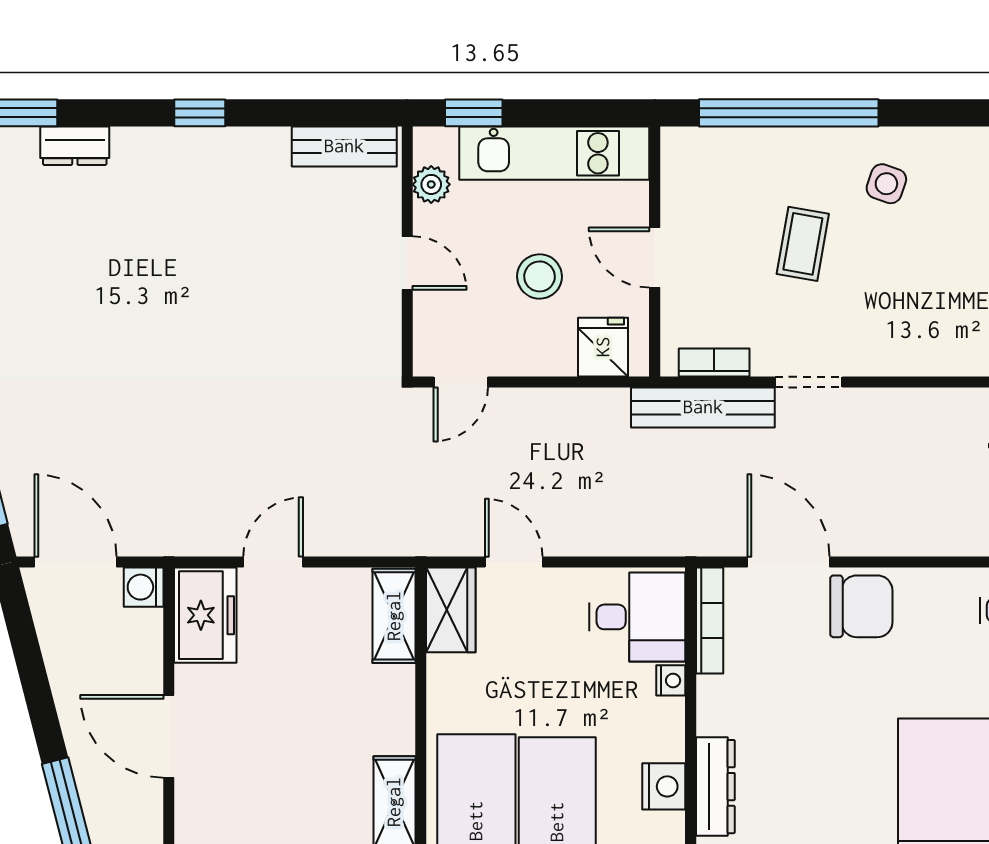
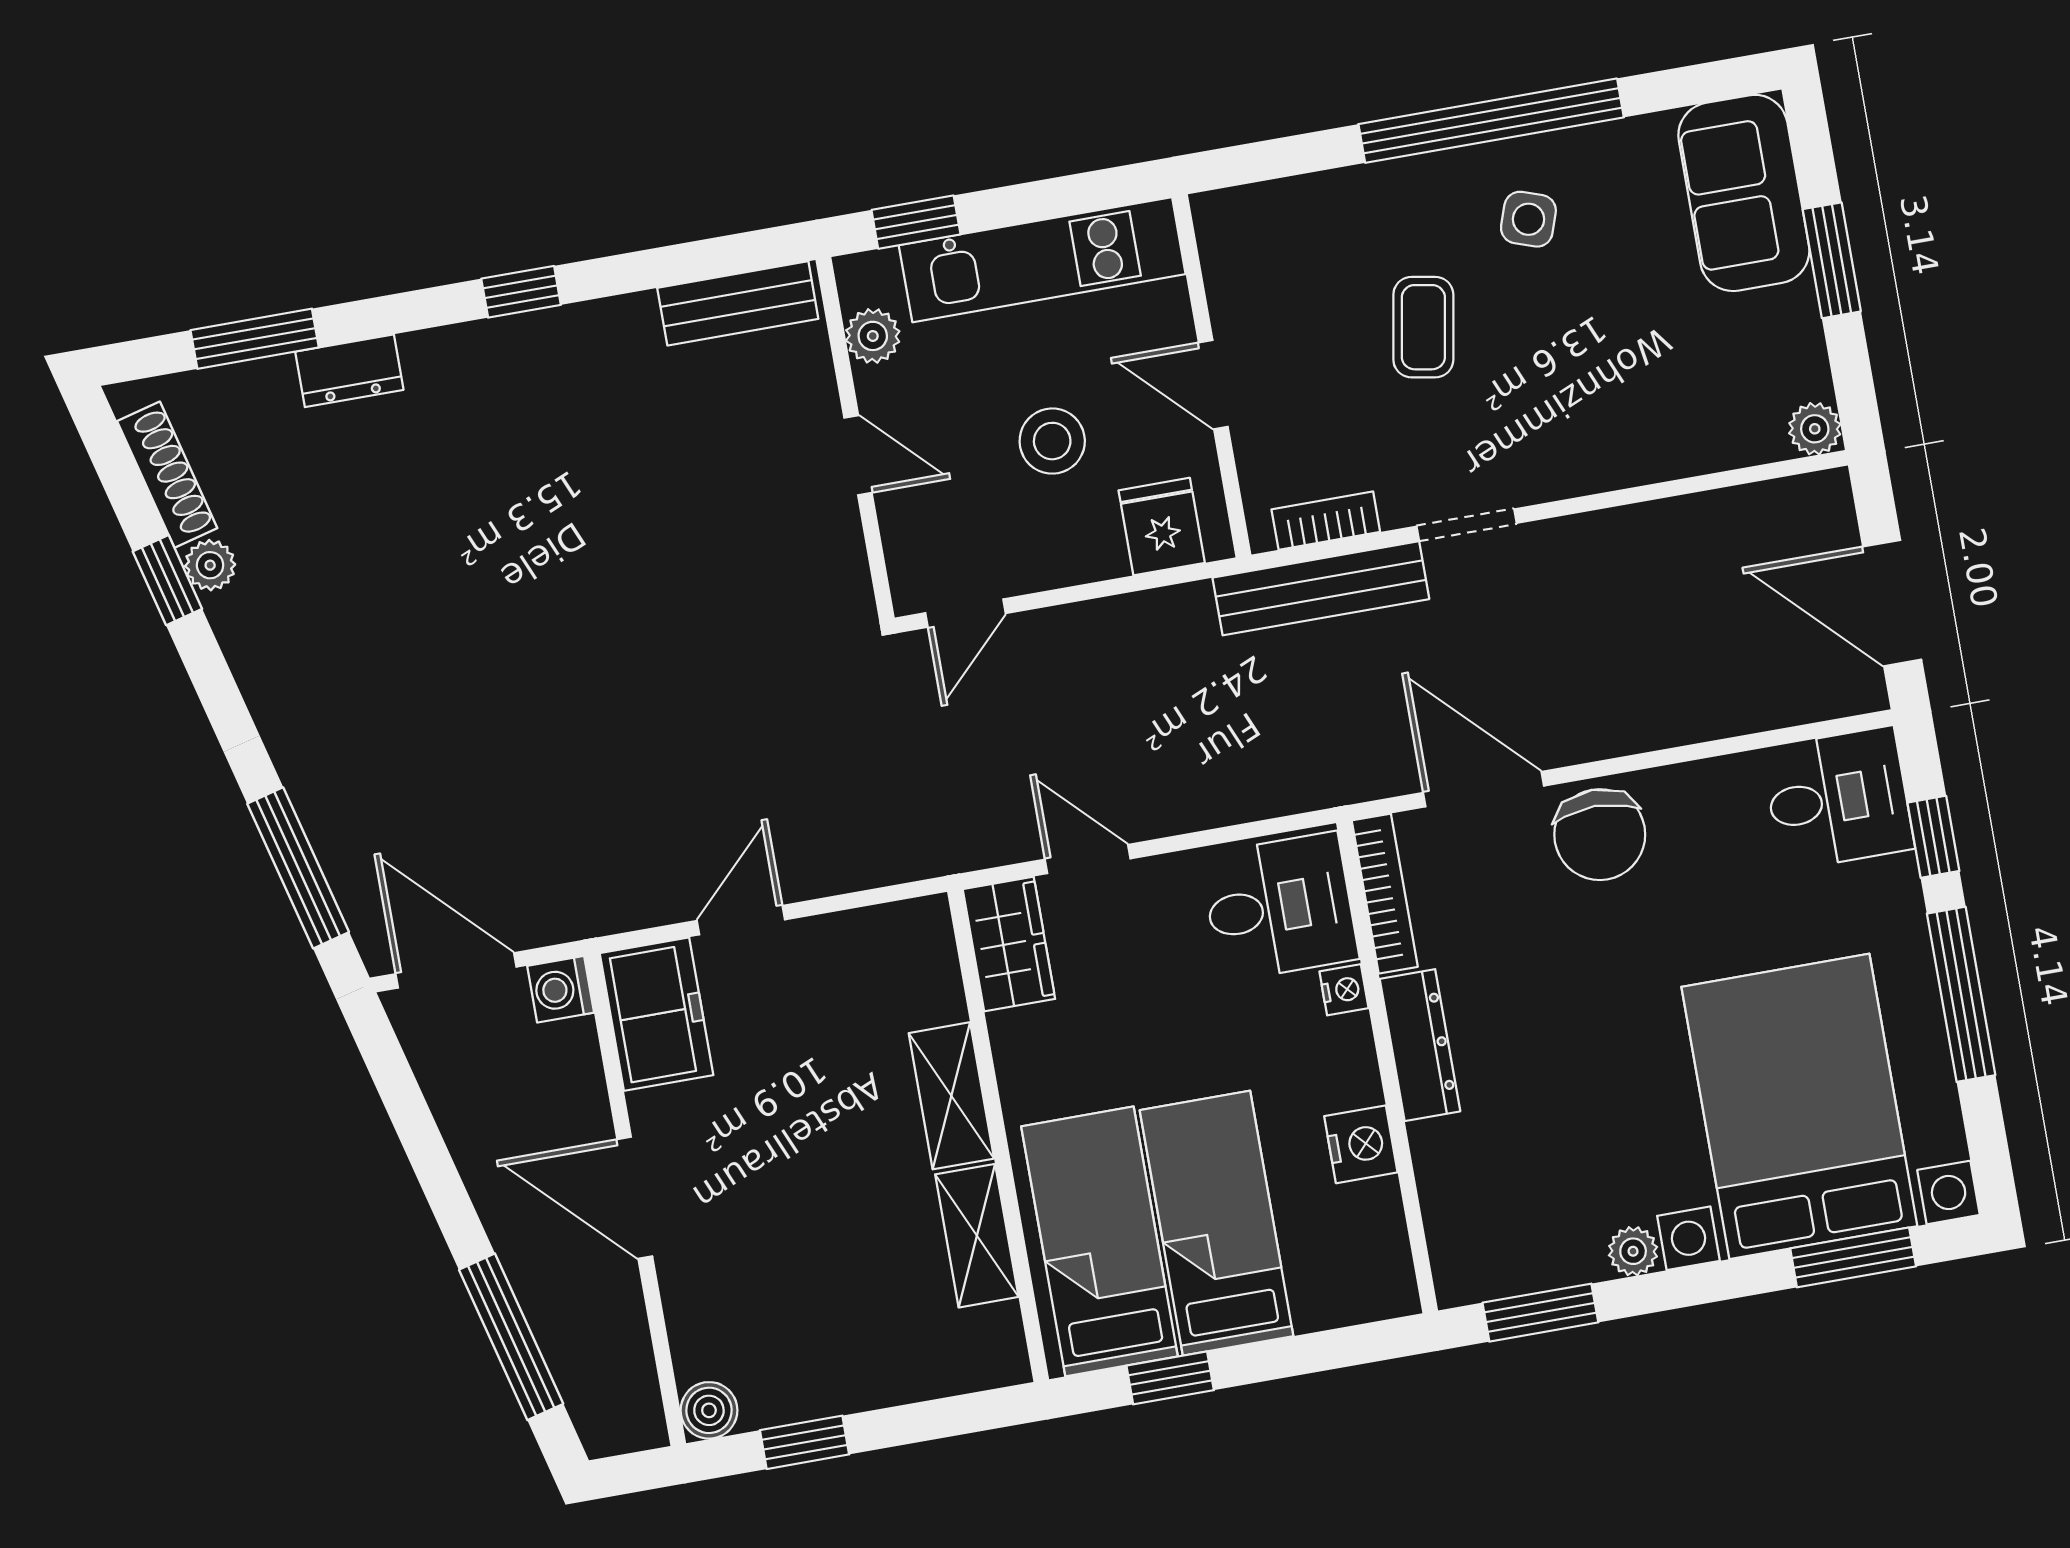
window: (789, 113) -> (1491, 121), moved
chair: (861, 606) -> (1600, 835), turned 90
shelving: (394, 616) -> (951, 1096), moved
dresser: (715, 787) -> (1420, 1045), moved

